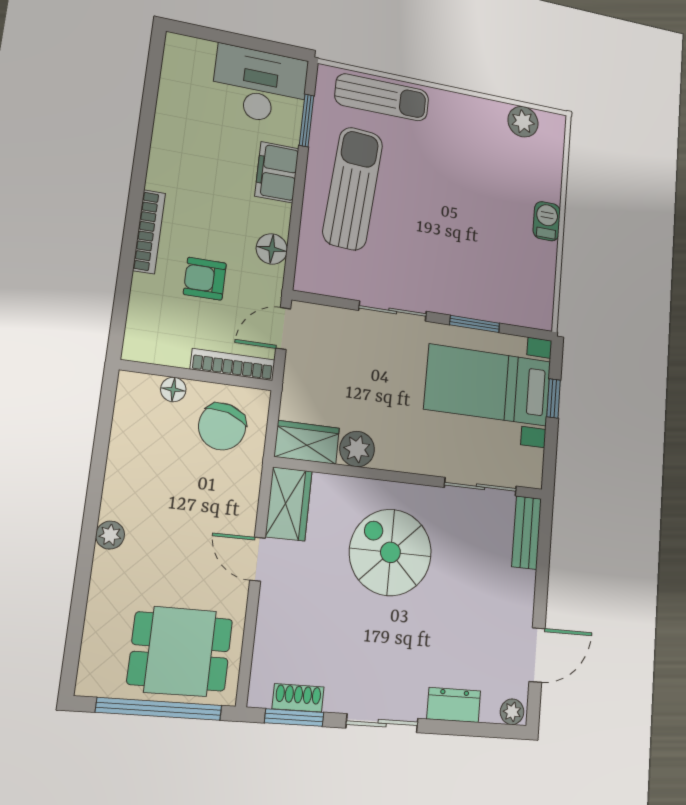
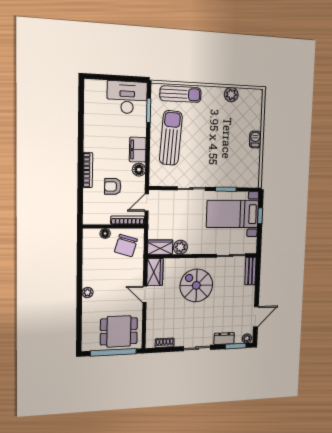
plant: (523, 122) -> (231, 95), moved
filing cabinet: (277, 172) -> (138, 150), moved
window: (294, 718) -> (236, 346), moved

